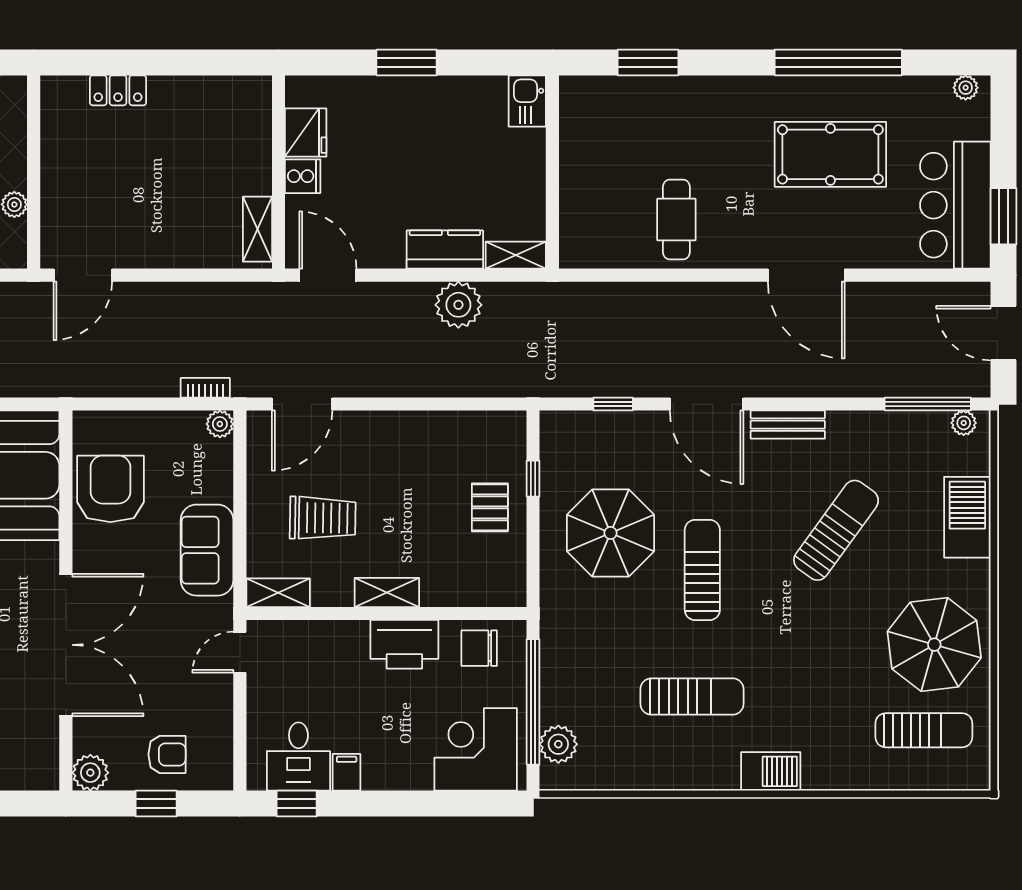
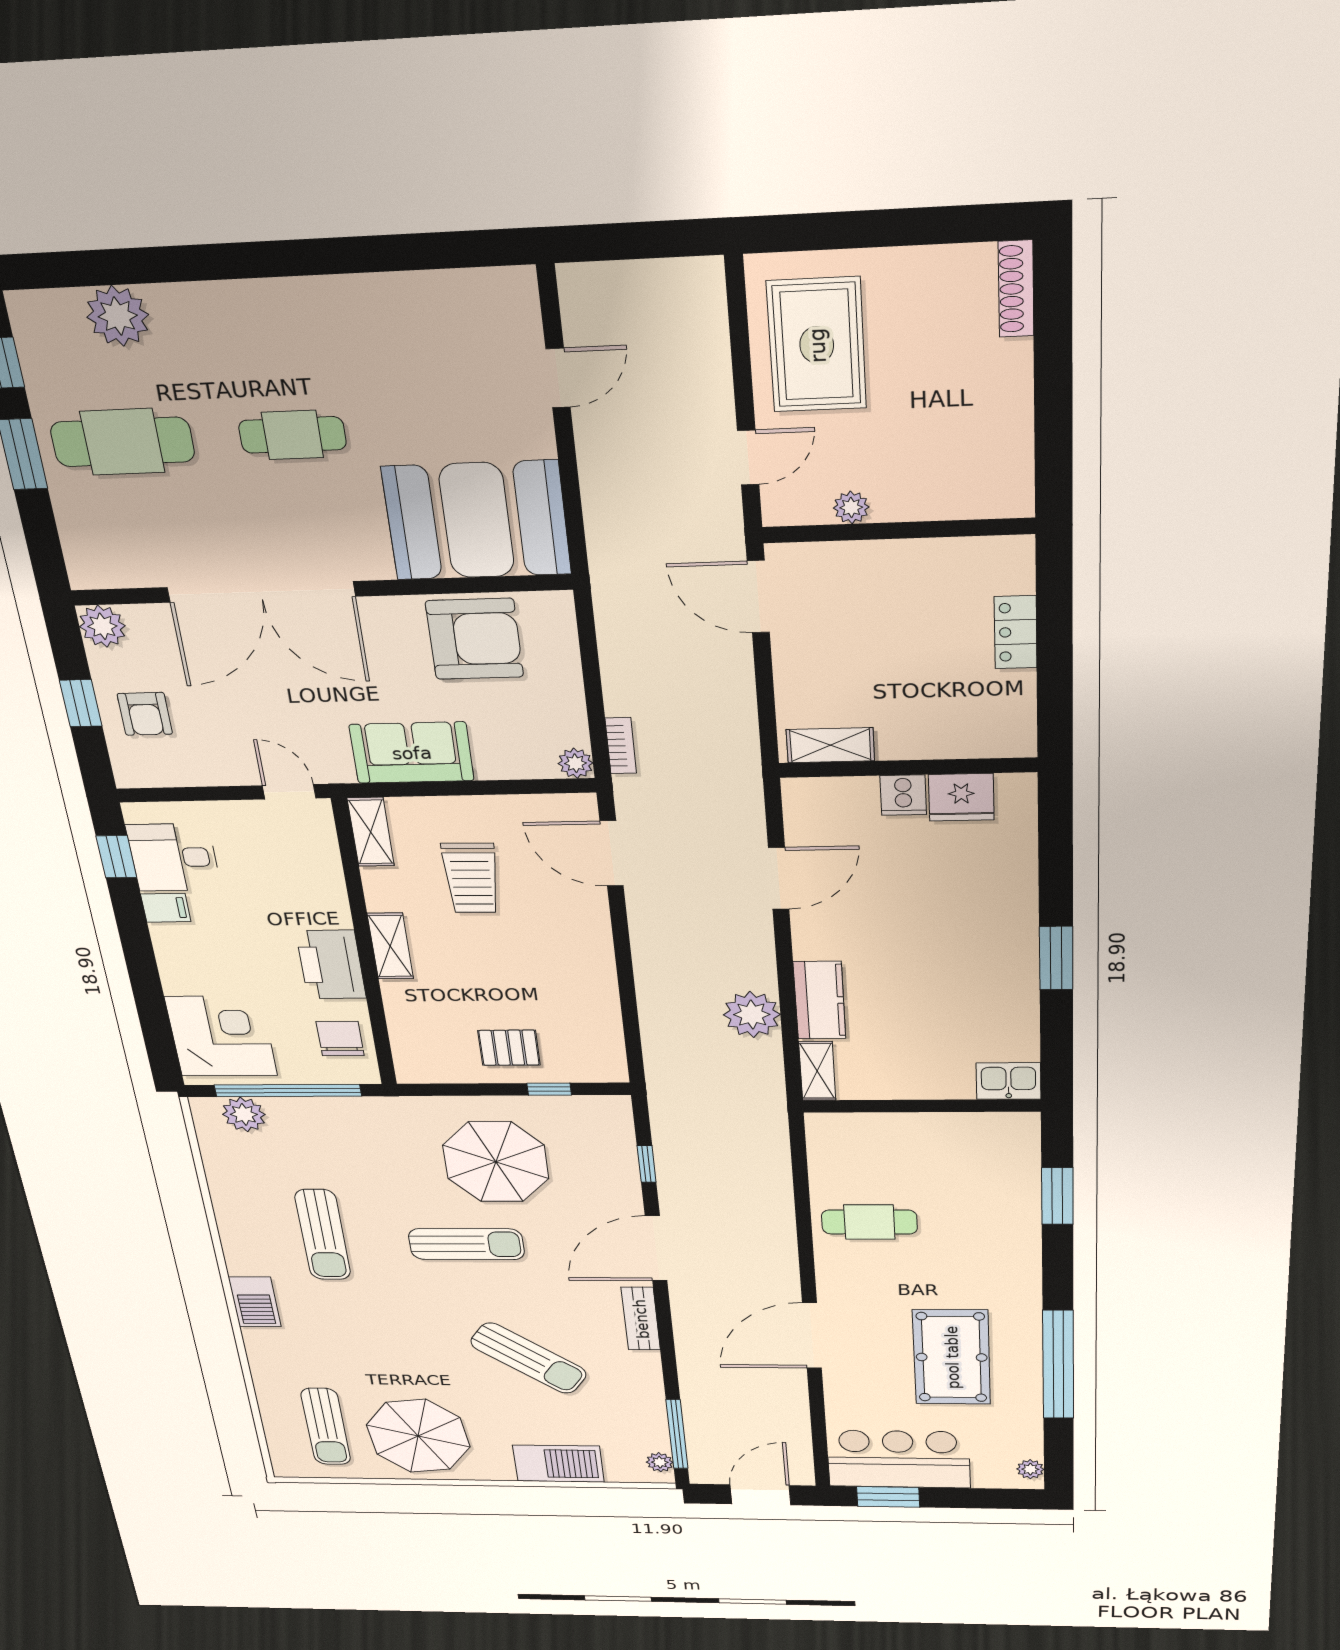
fridge: (306, 133) -> (961, 797), moved
wall: (278, 172) -> (908, 768), moved
cooker: (303, 176) -> (903, 795), moved
shelving: (257, 229) -> (830, 745), moved

